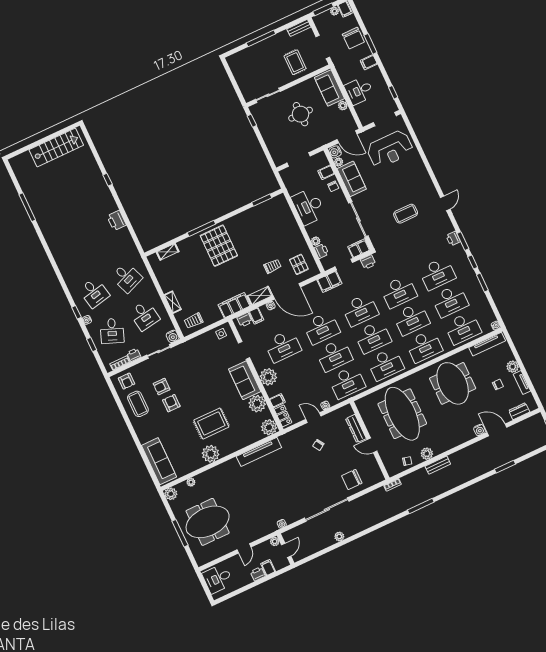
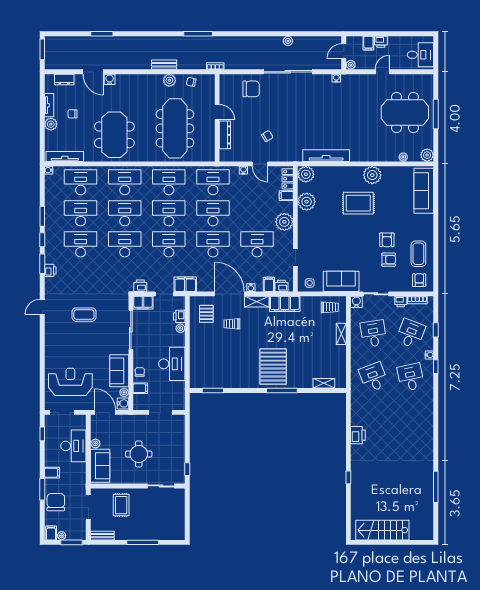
desk: (359, 91) -> (73, 446), width x1.37
sofa: (245, 380) -> (341, 281), moved, turned -90

